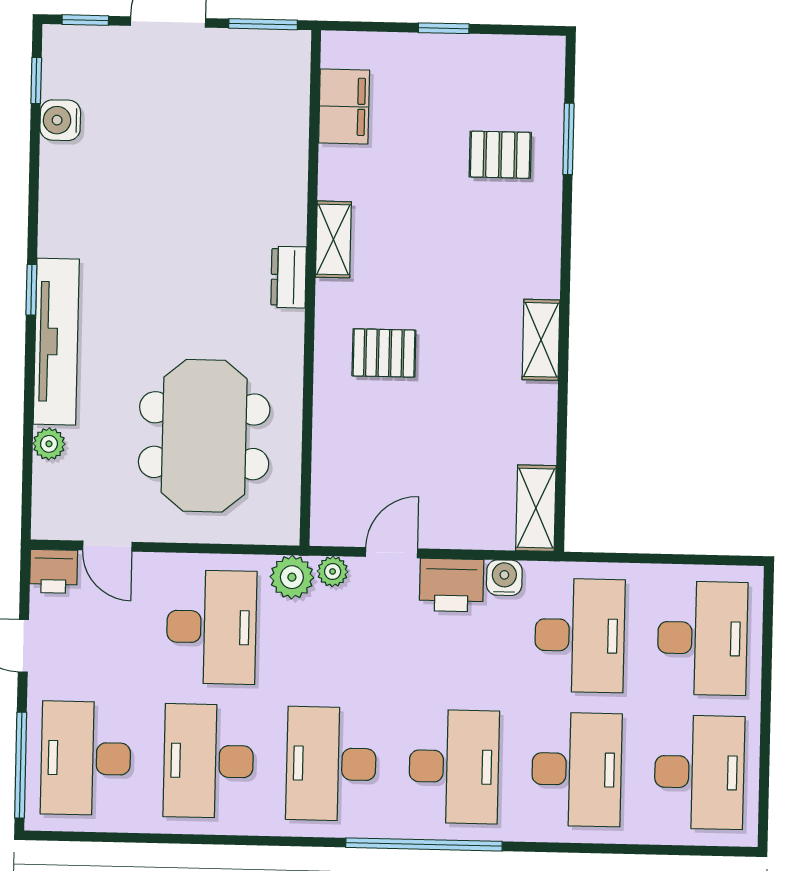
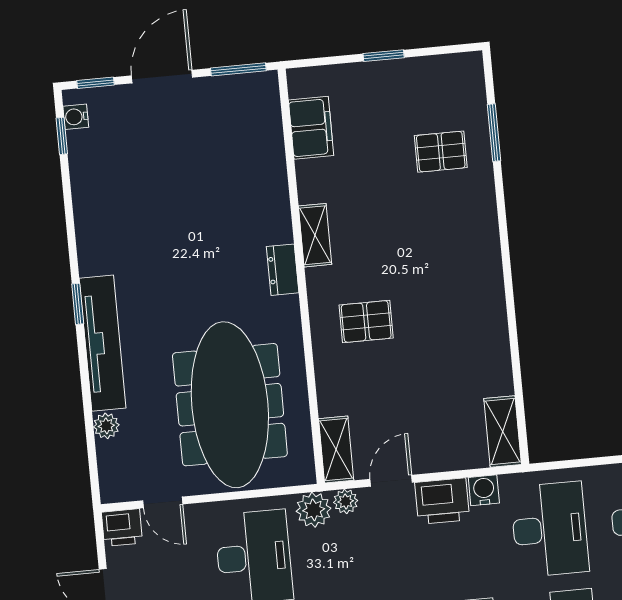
water cooler: (60, 120) -> (76, 117), moved, width x0.72, depth x0.72
shelving: (541, 340) -> (336, 449), moved
meeting table: (204, 436) -> (230, 405), width x1.36

